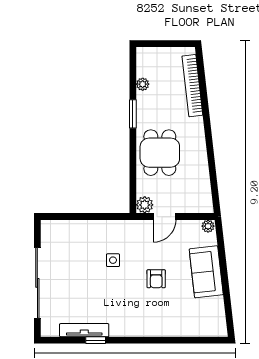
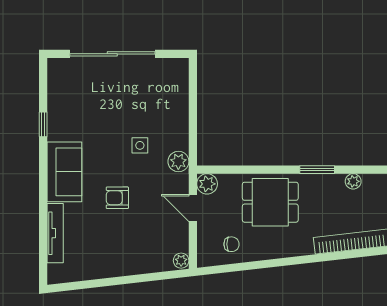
chair: (194, 185) -> (232, 244), added
plant: (126, 228) -> (178, 162), added
sofa: (206, 272) -> (64, 172), moved, turned 97
tv unit: (84, 330) -> (55, 233), moved

